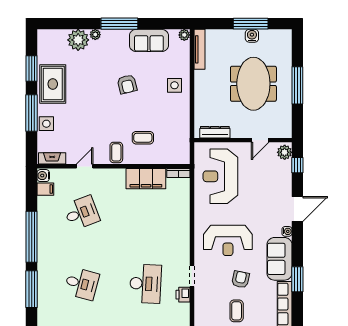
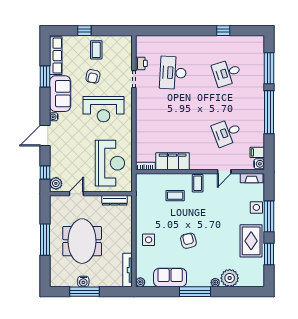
reception desk: (228, 240) -> (104, 109), turned 180
desk: (82, 284) -> (227, 73), turned -33

